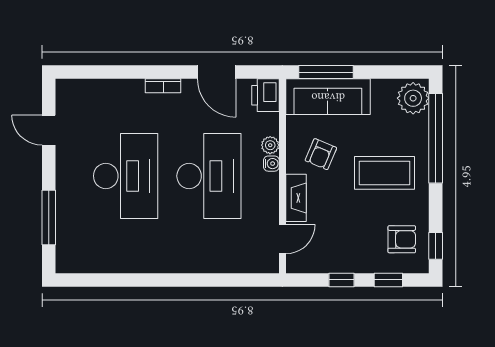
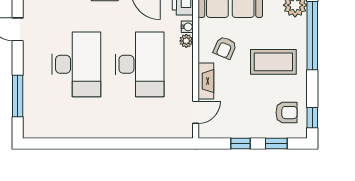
water cooler: (271, 164) -> (187, 27), moved

